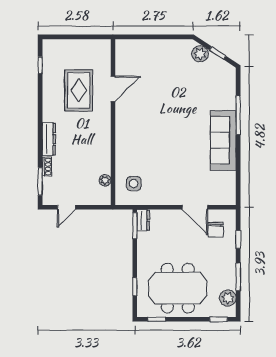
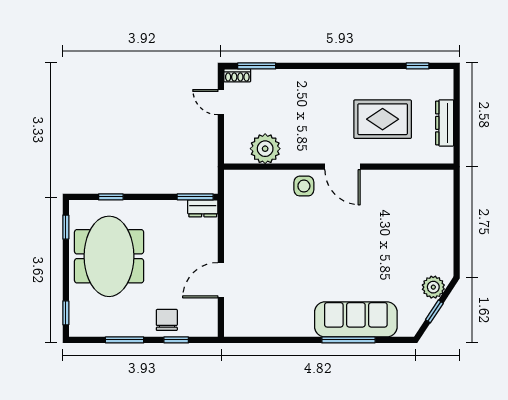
door: (113, 89) -> (342, 167), moved
dresser: (49, 139) -> (445, 123), moved, turned 90
sofa: (223, 140) -> (356, 319), moved
shoe rack: (47, 167) -> (237, 75), moved
plant: (105, 180) -> (265, 149), width x1.88, depth x1.88
side table: (134, 184) -> (304, 186), moved
chair: (215, 230) -> (167, 320), moved, turned 90
plant: (228, 298) -> (95, 326), removed

